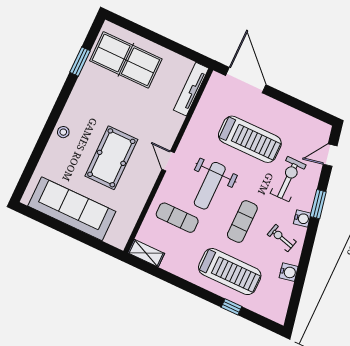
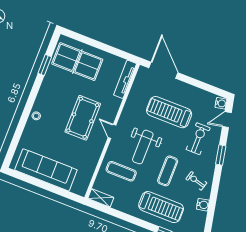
treadmill: (250, 139) -> (169, 112), turned 180
pool table: (111, 158) -> (83, 118), moved
water cooler: (302, 218) -> (221, 103), moved

